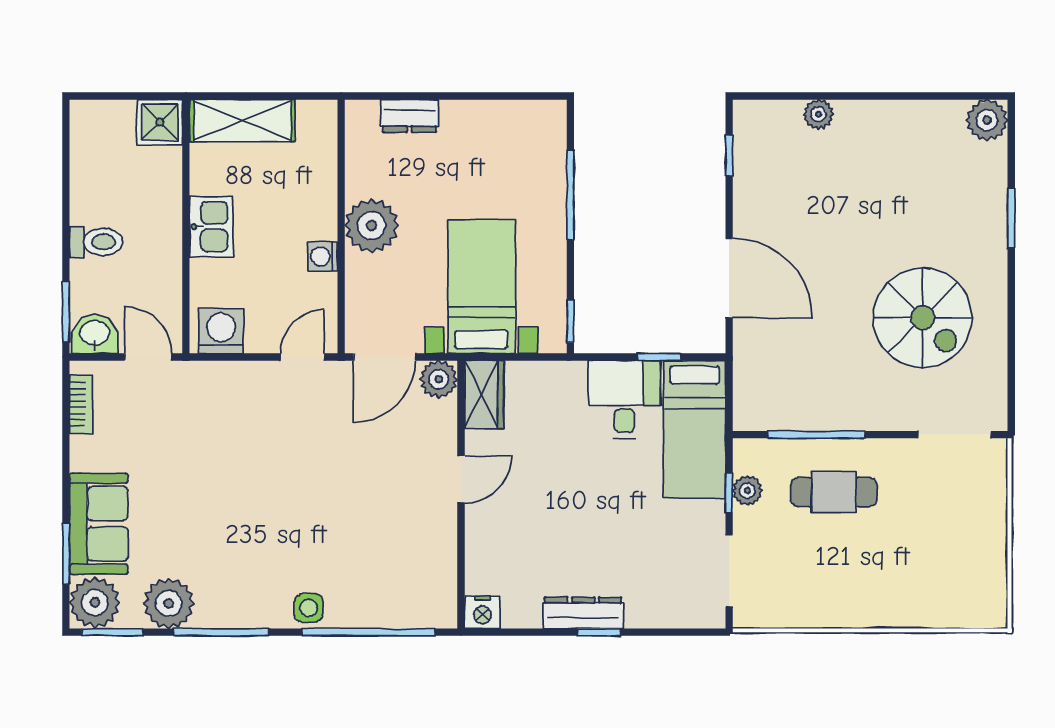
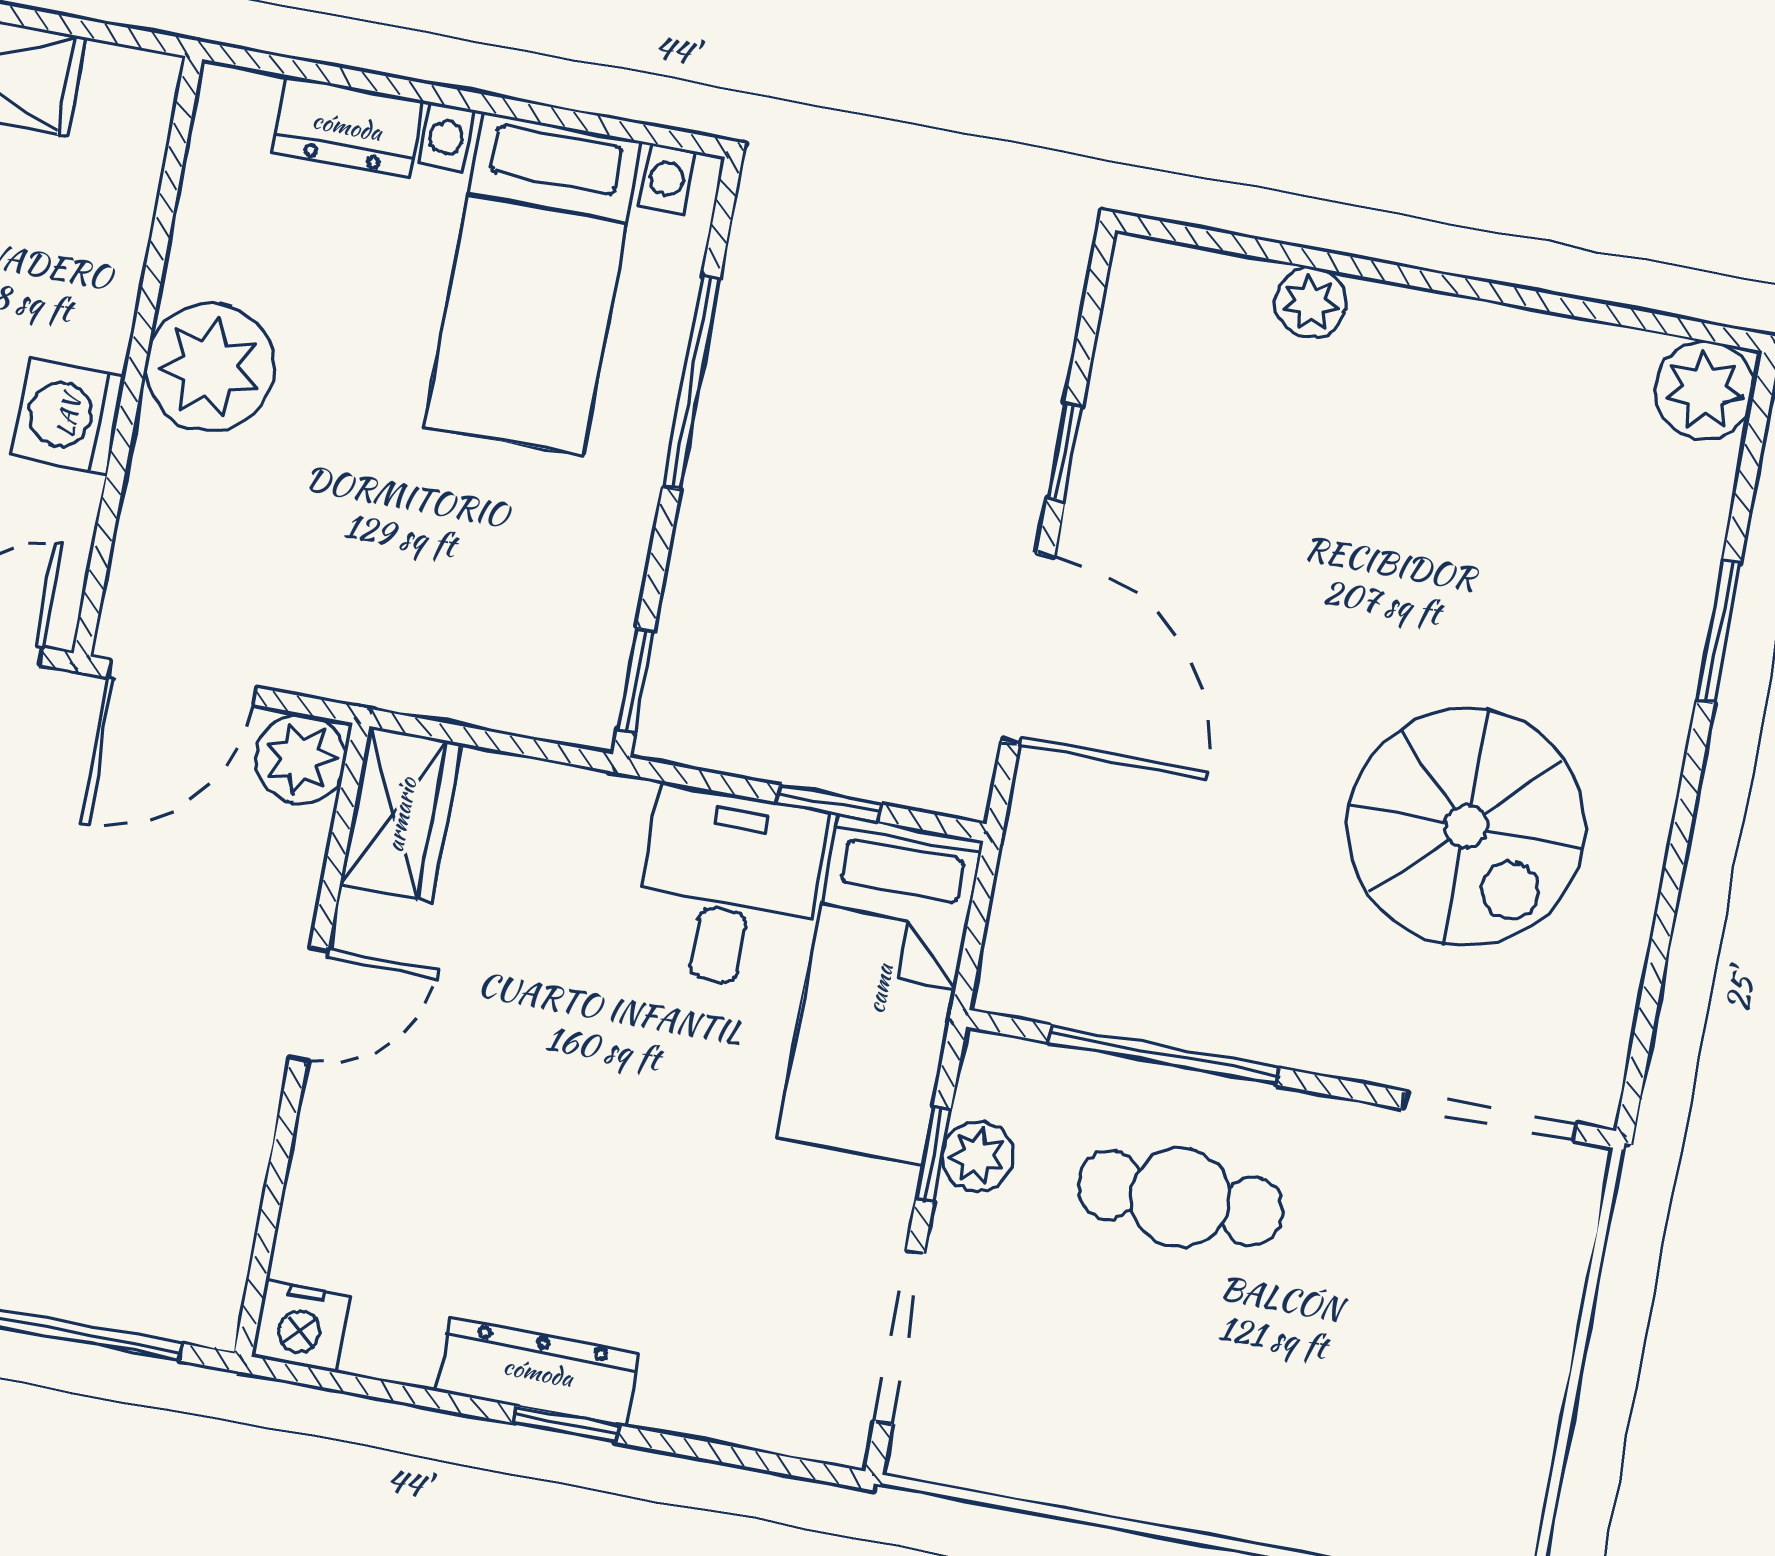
window: (729, 156) -> (1065, 452), moved
washing machine: (323, 256) -> (68, 416), width x1.38, depth x1.38
bed with nightstands: (481, 287) -> (533, 284), moved, turned 180

